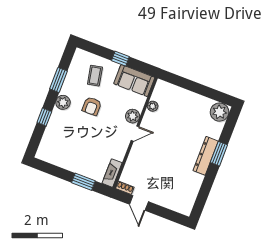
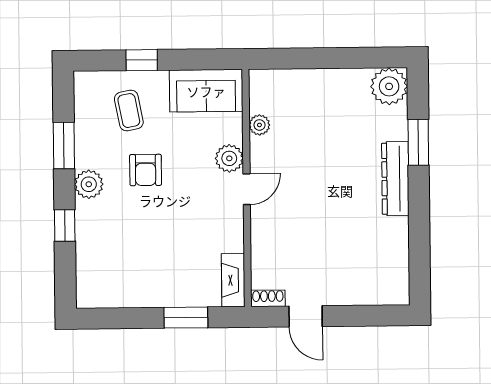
window: (120, 59) -> (142, 60), moved
window: (219, 154) -> (418, 142), moved

